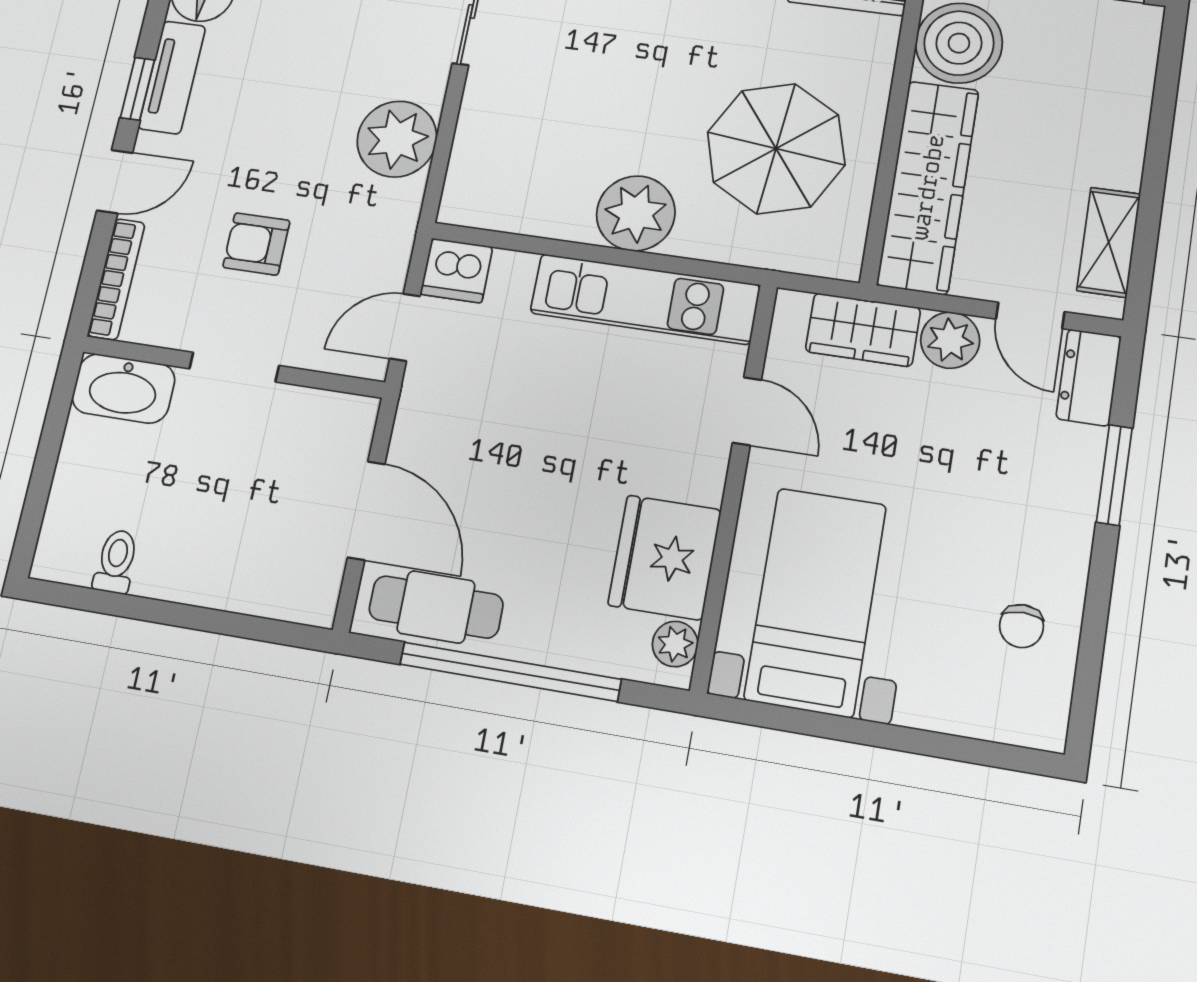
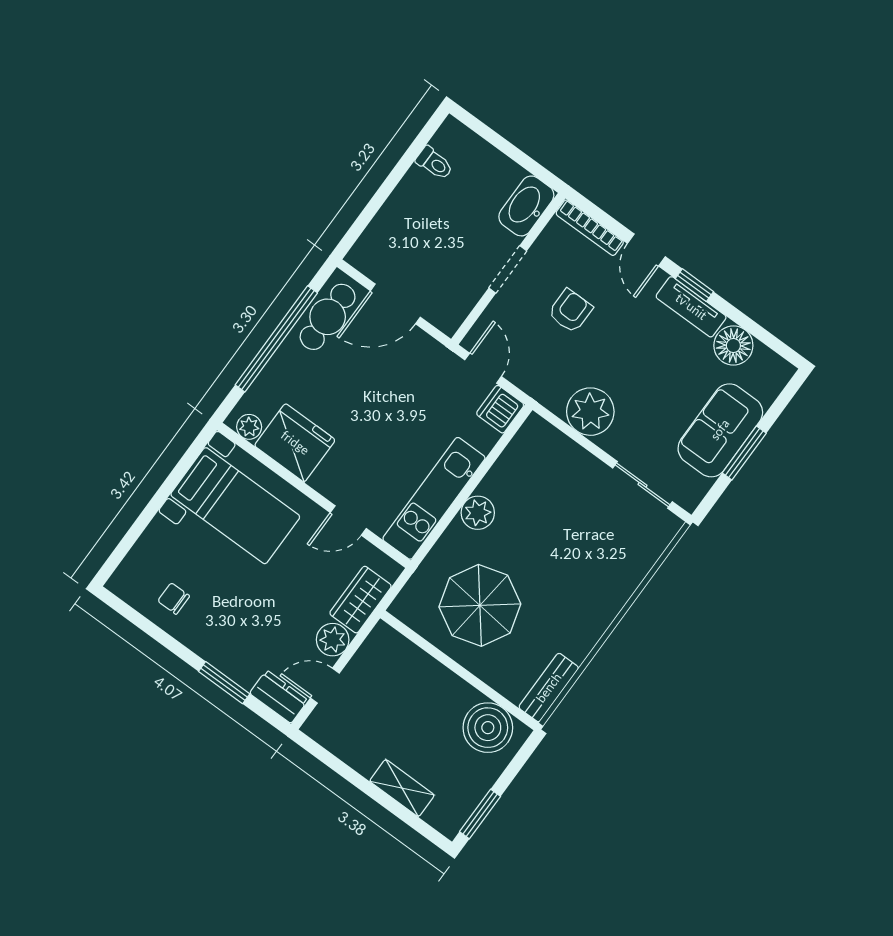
wardrobe: (928, 187) -> (418, 671), removed
plant: (636, 213) -> (478, 513), width x0.73, depth x0.73
shelving: (1109, 242) -> (402, 788), moved

